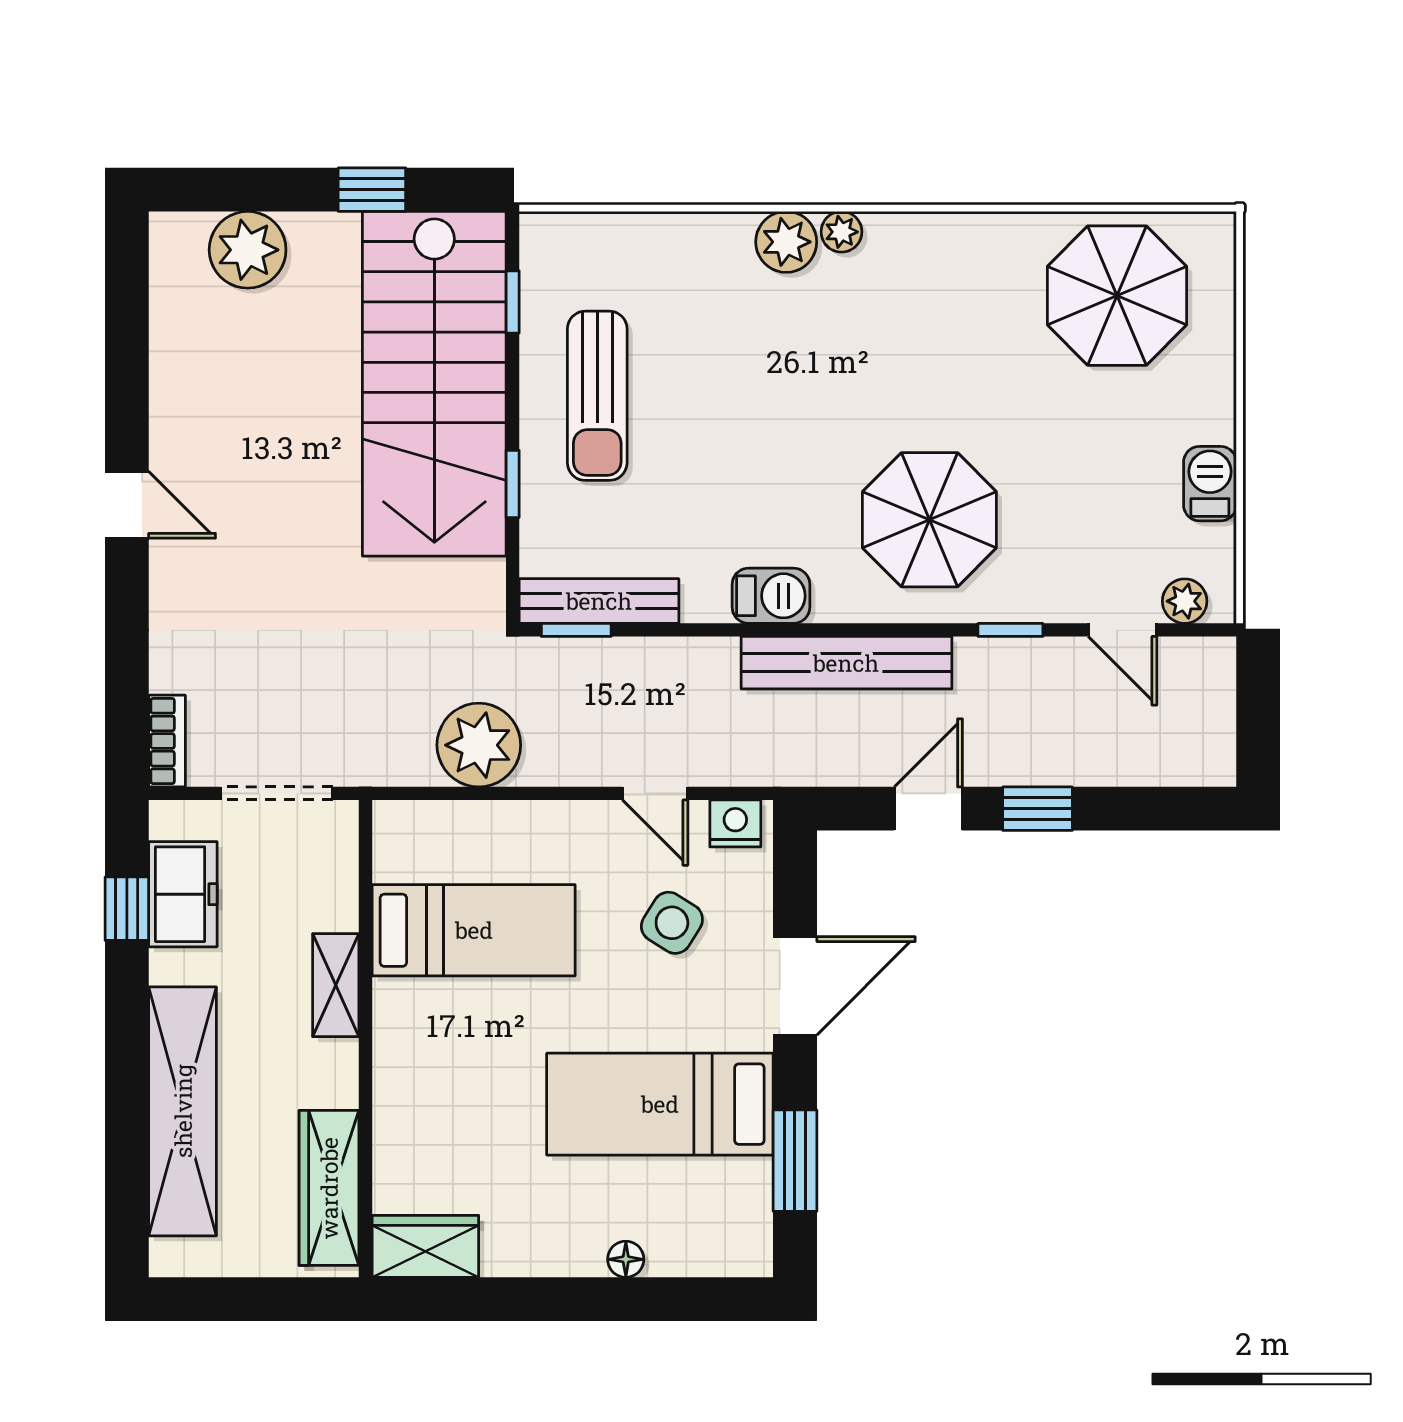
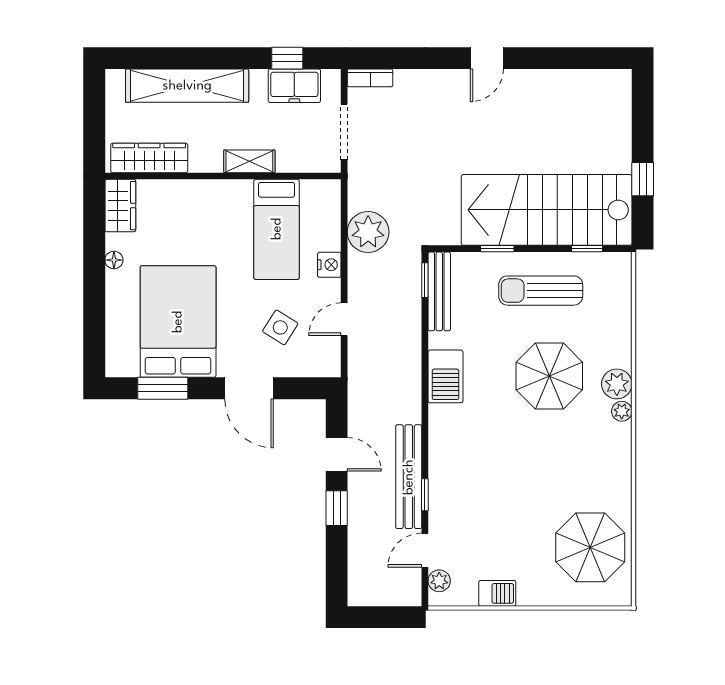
plant: (248, 250) -> (613, 118), removed
parasol: (929, 520) -> (549, 376), moved
barbecue: (771, 596) -> (445, 376), width x1.38, depth x1.27
bench: (846, 663) -> (409, 477), moved
nightstand: (735, 823) -> (329, 265), moved
bed: (660, 1104) -> (178, 322), width x1.50
floor lamp: (626, 1259) -> (114, 260), moved

